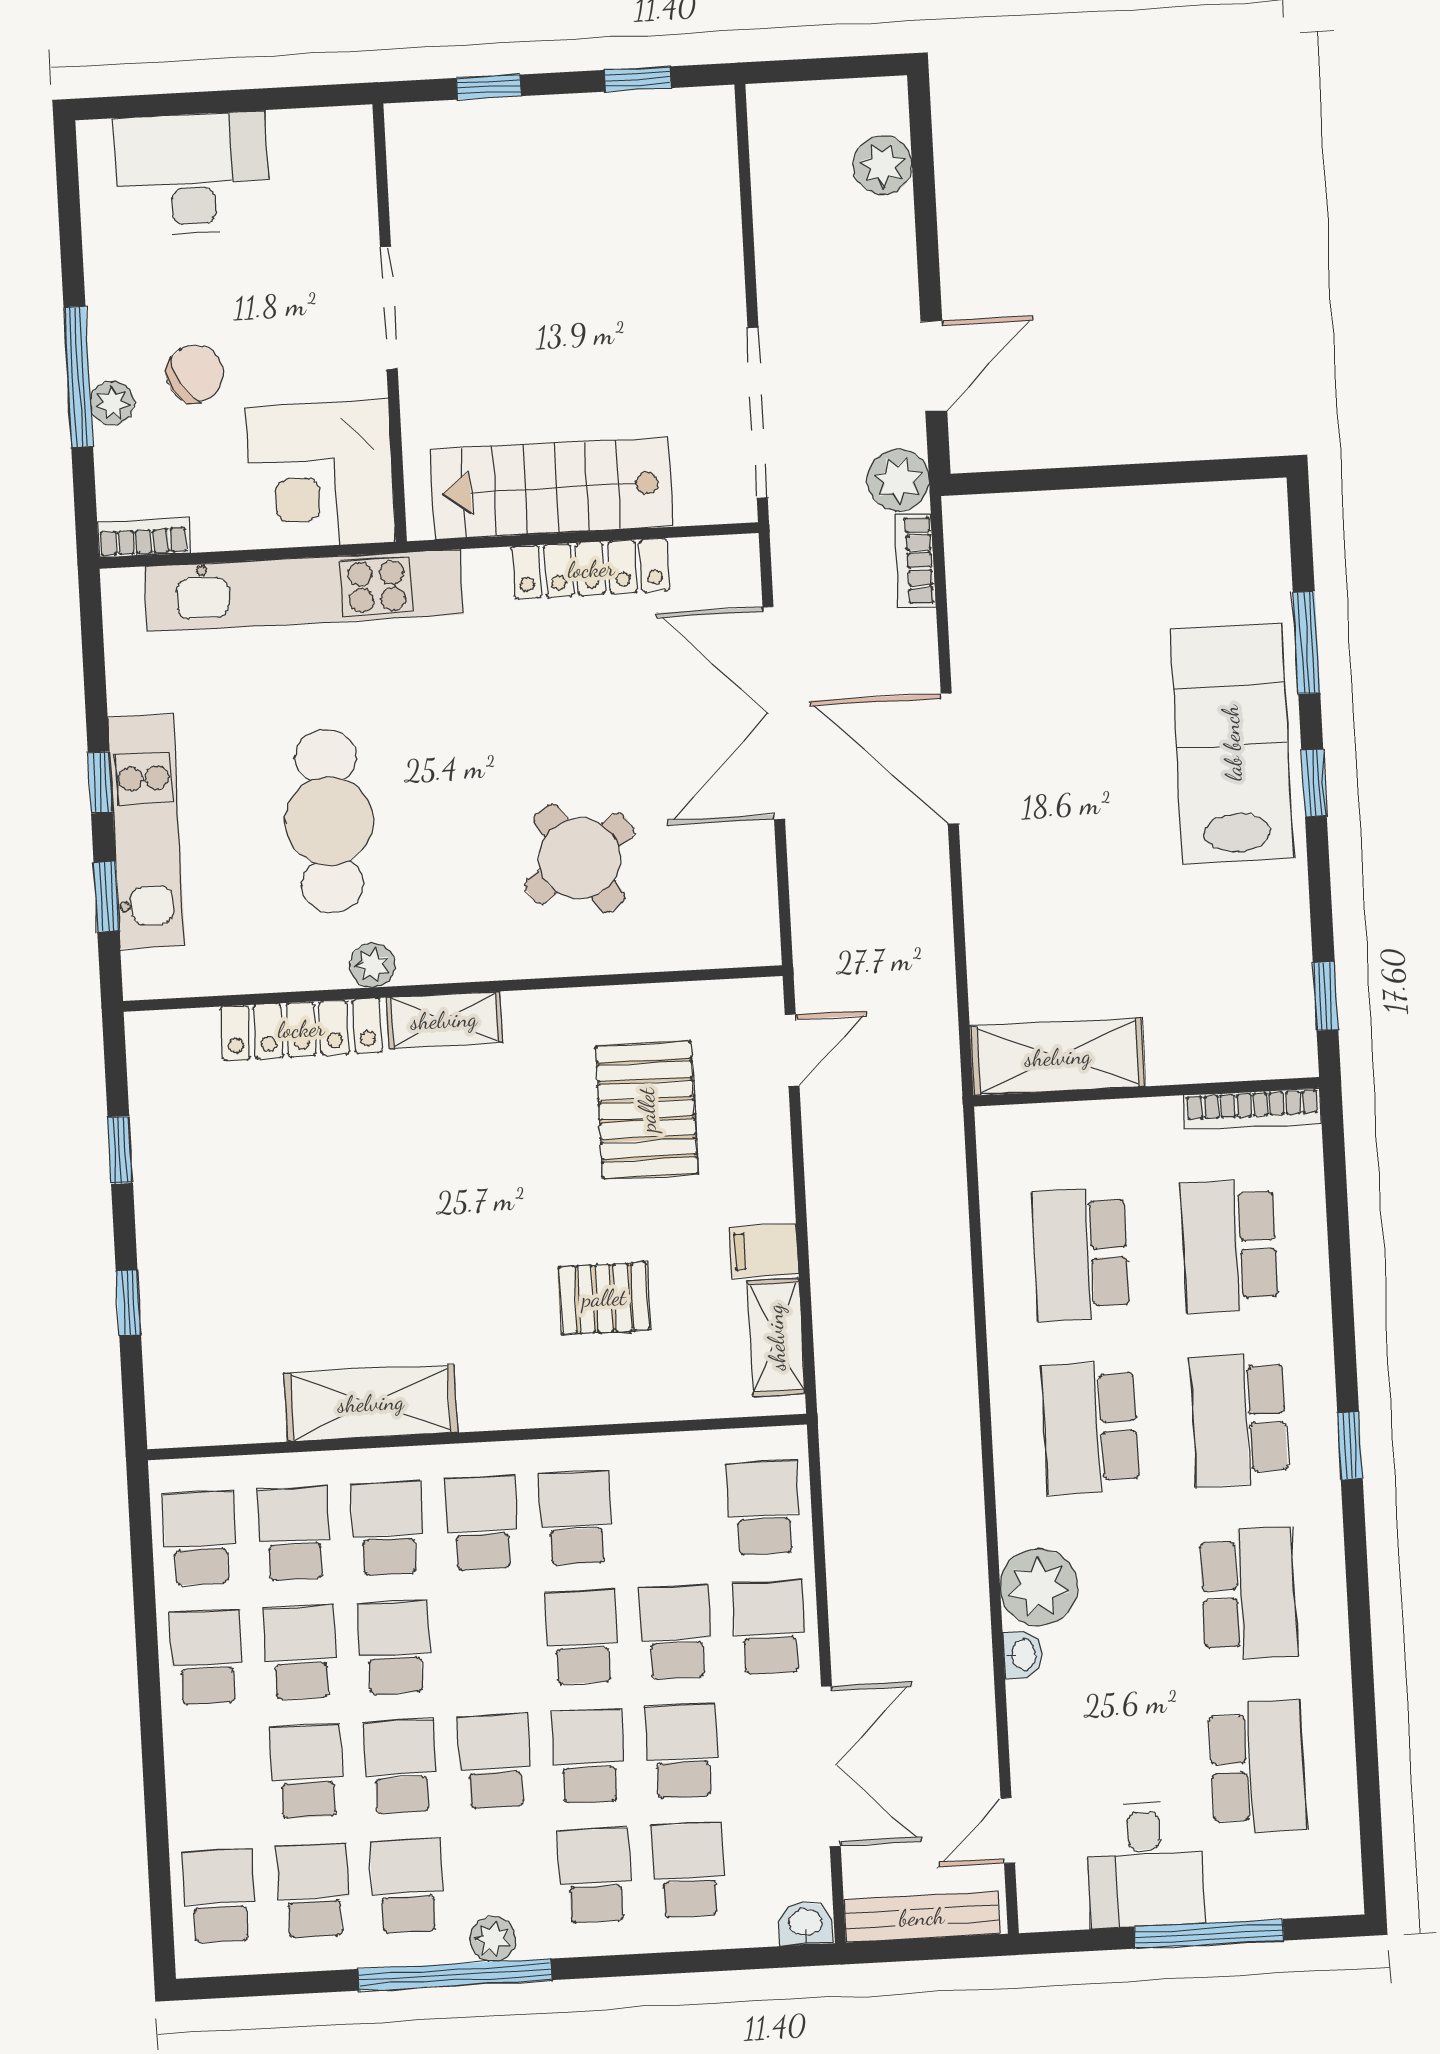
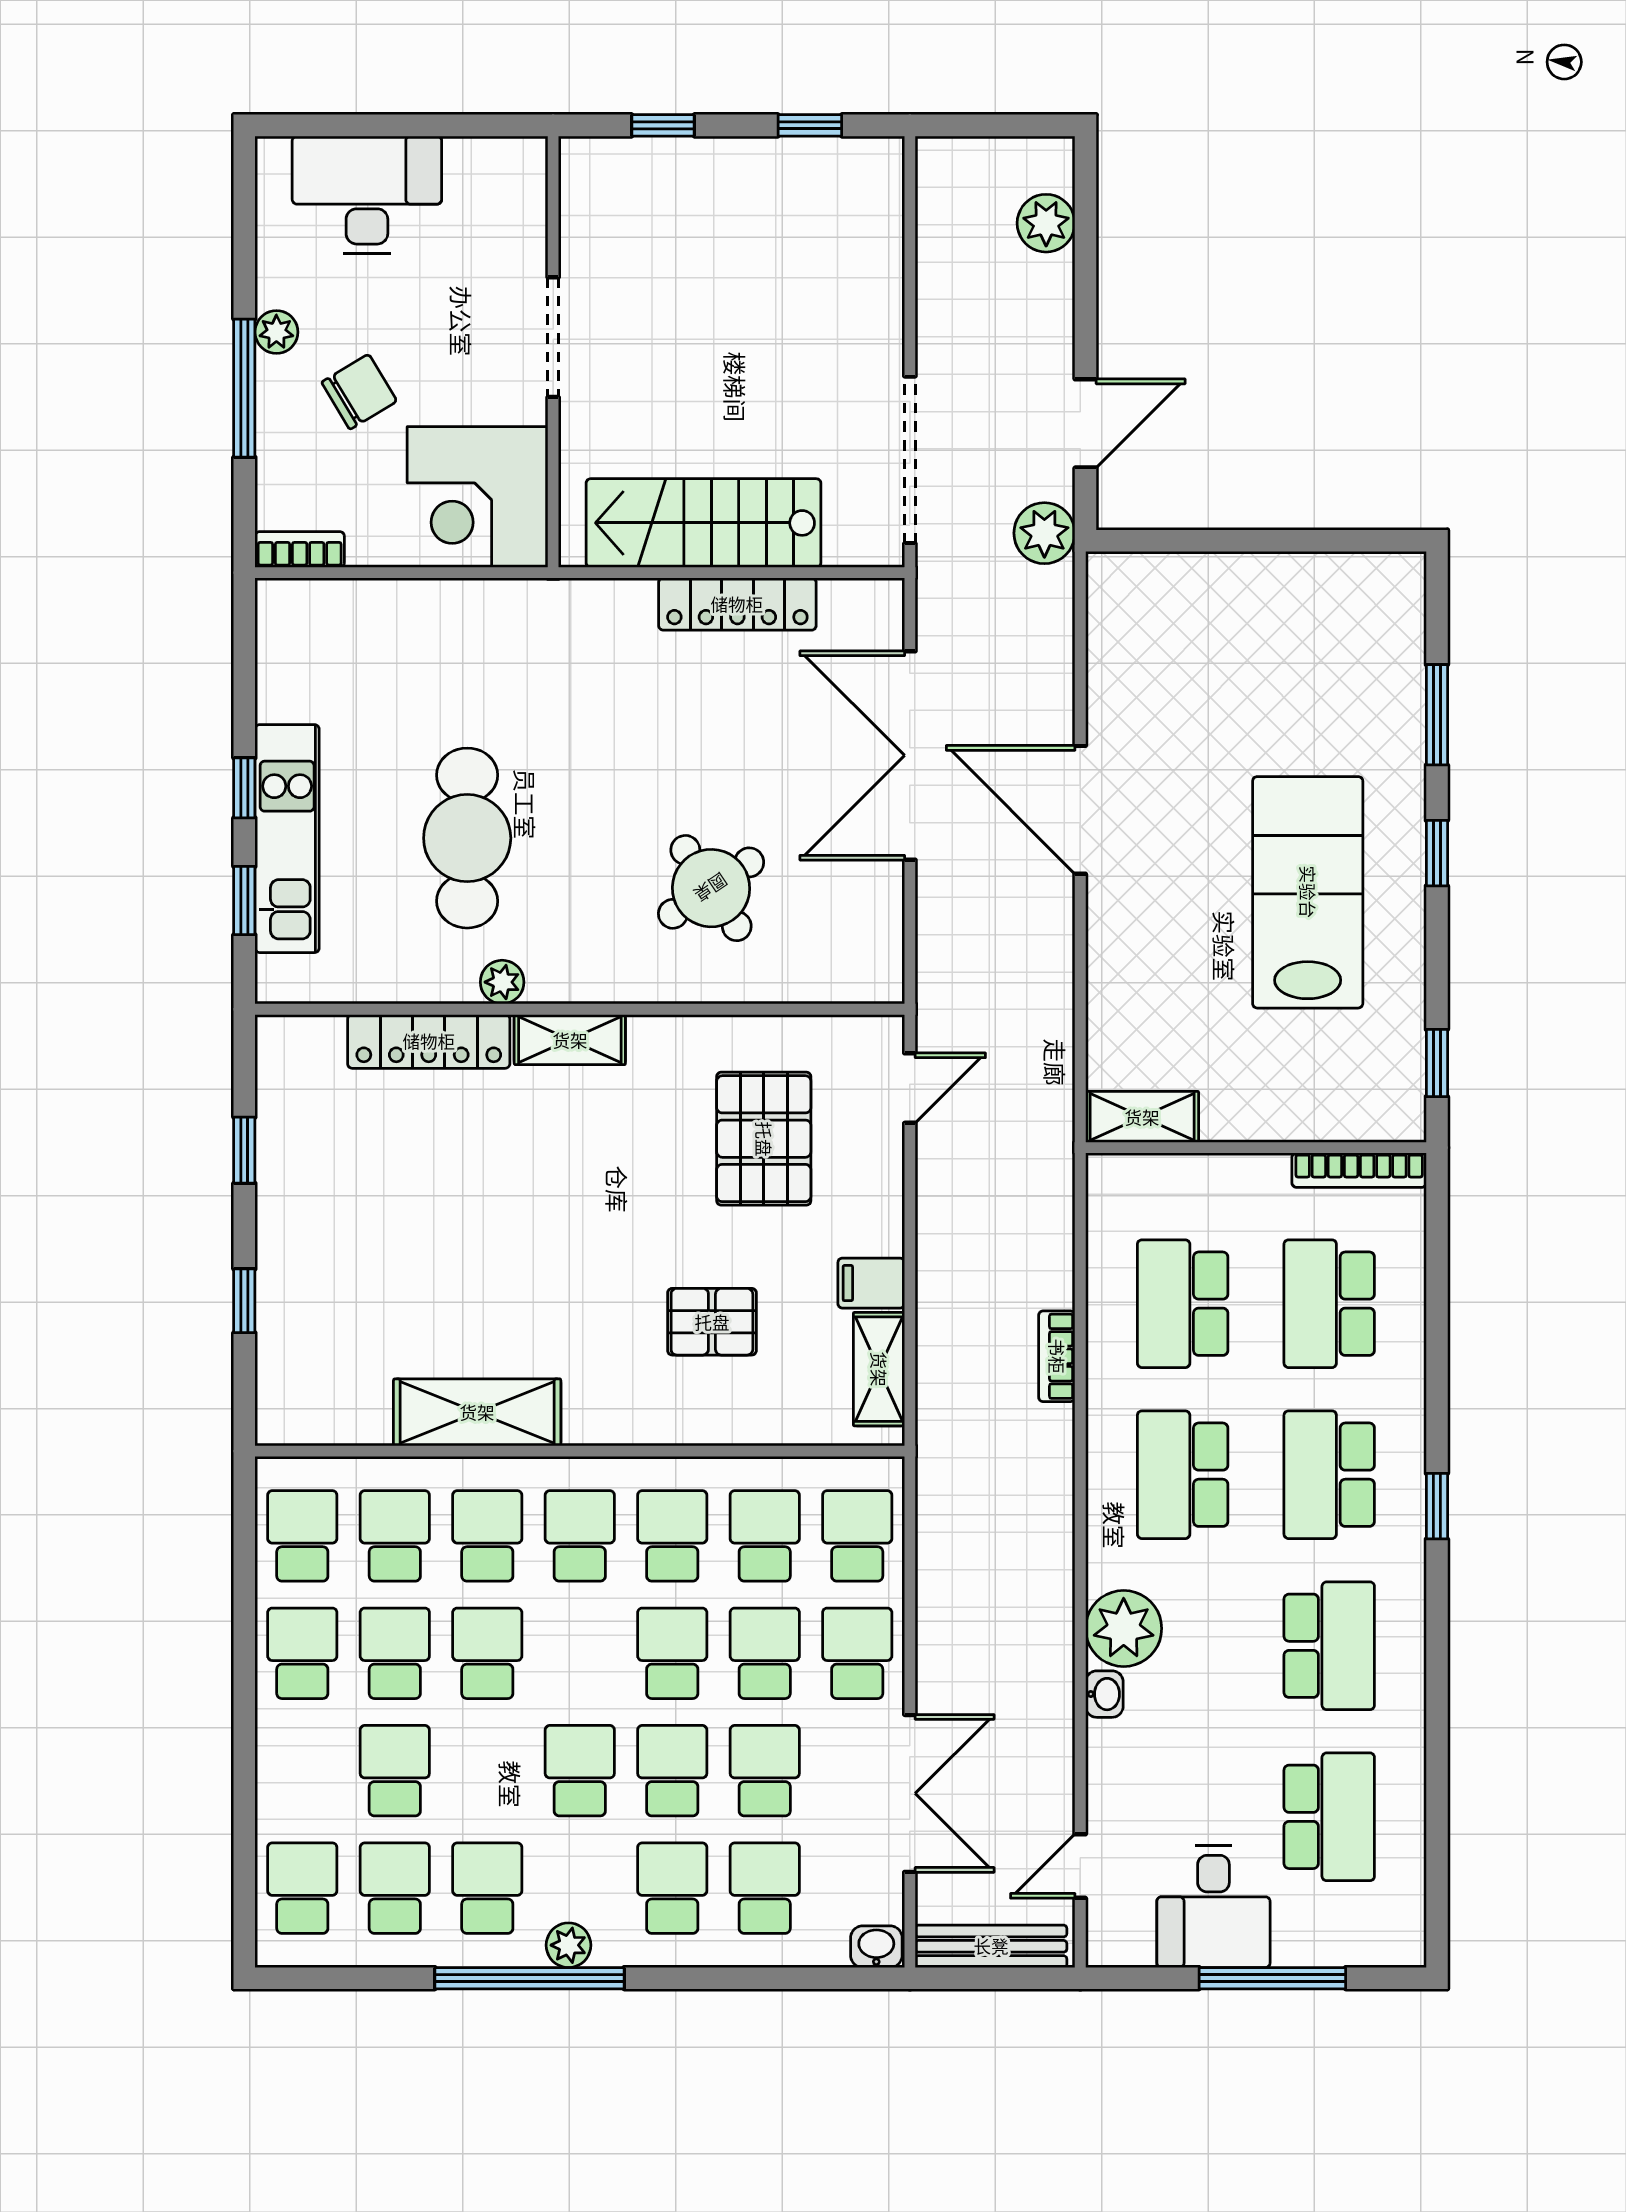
plant: (112, 403) -> (276, 332), moved
bookcase: (915, 561) -> (1057, 1356), moved
kitchen unit: (304, 590) -> (455, 610), removed
lab bench: (1232, 743) -> (1308, 892), moved
shelving: (1058, 1057) -> (1142, 1117), width x0.67, depth x0.75
school desk: (401, 1766) -> (765, 1536), moved

